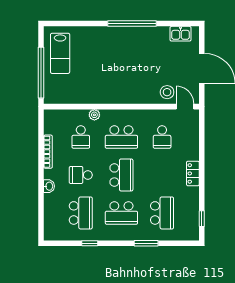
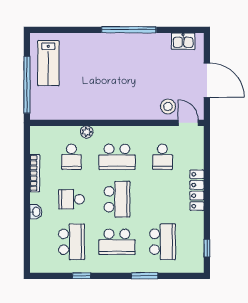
locker: (193, 173) -> (197, 190), width x1.53

